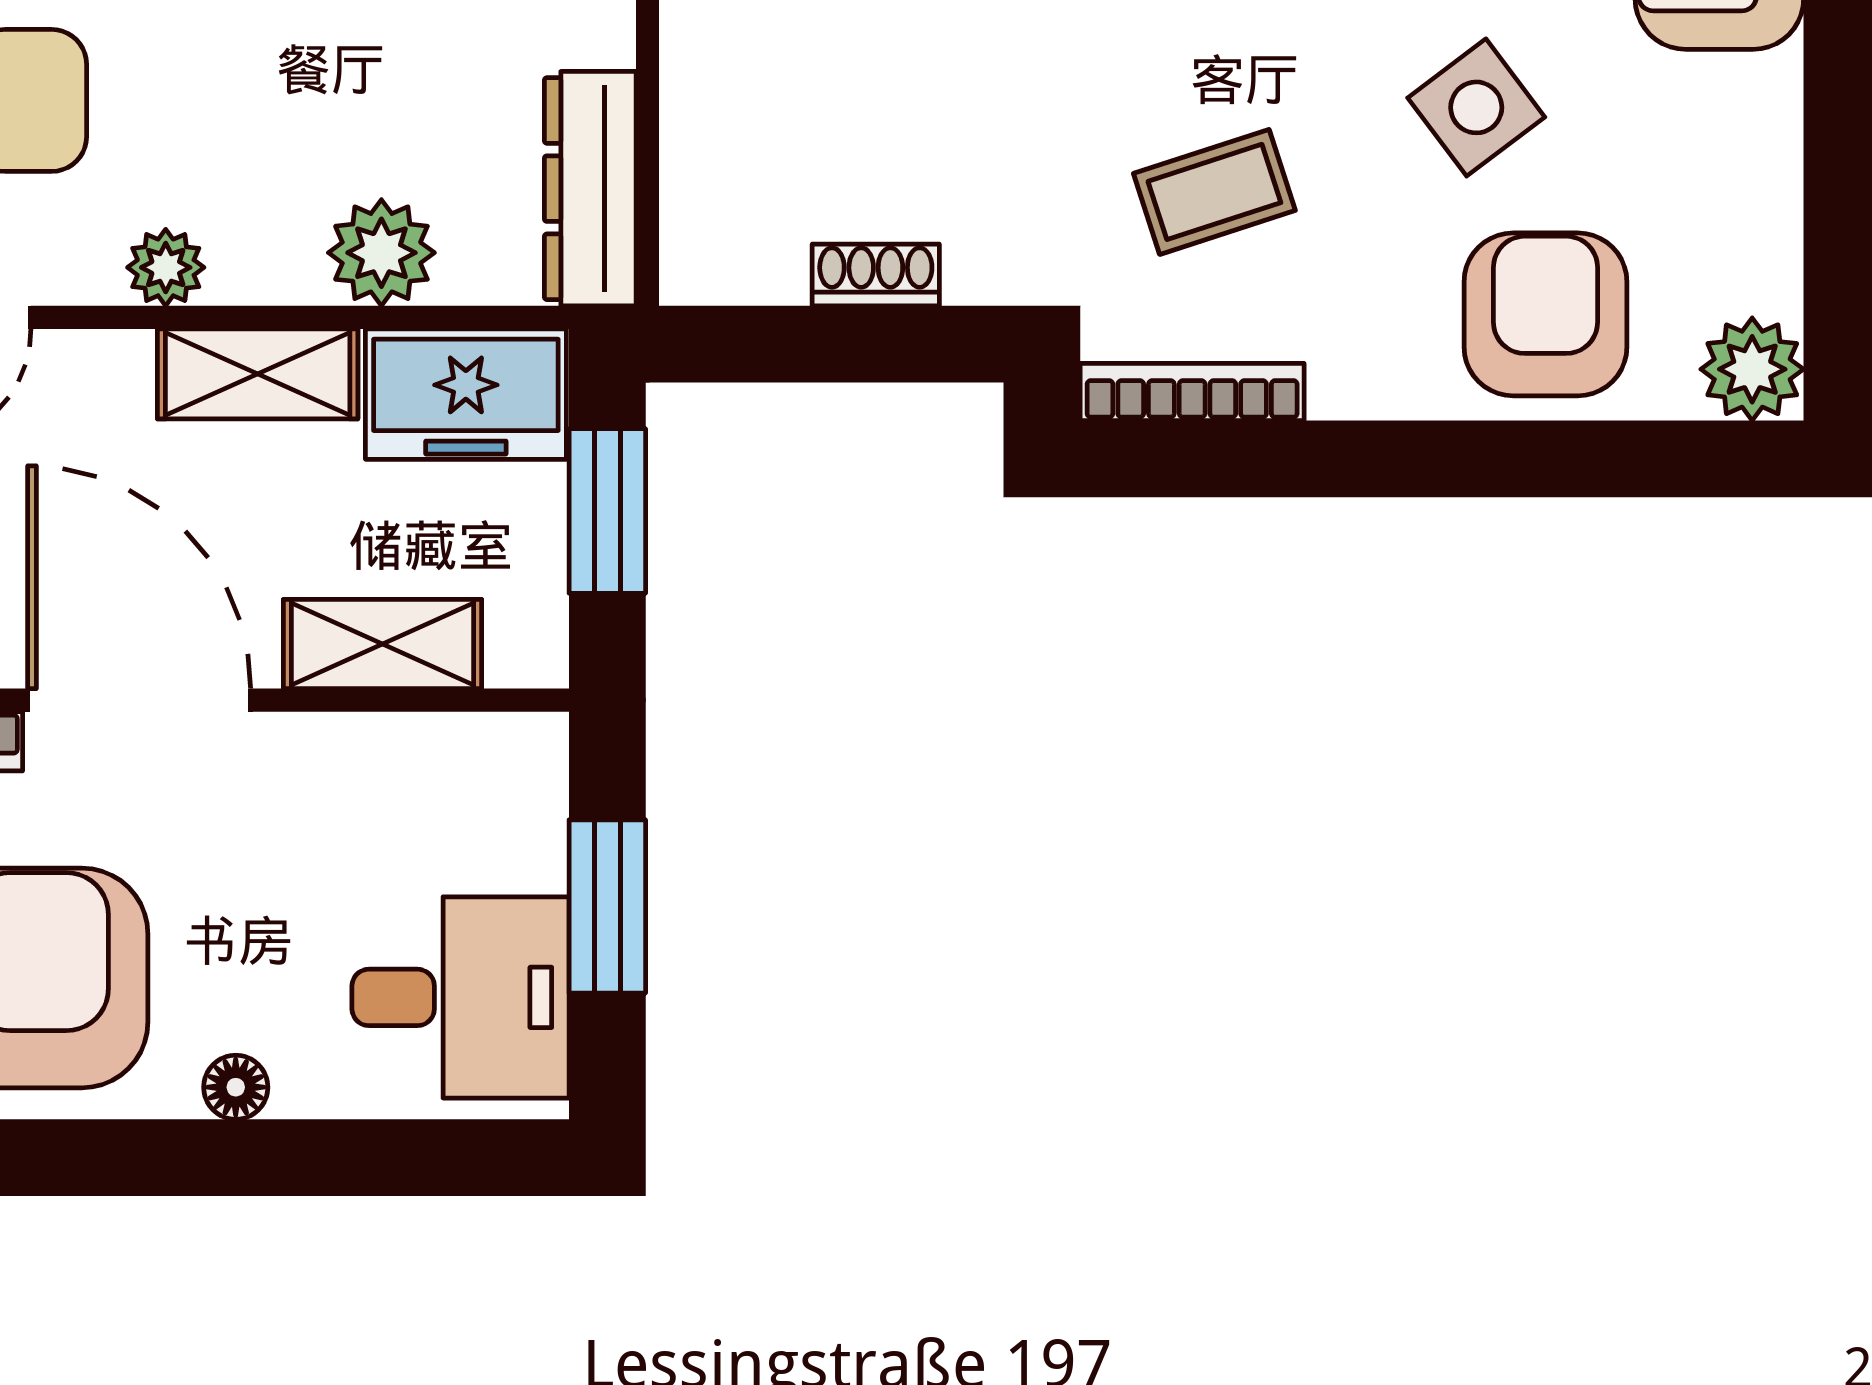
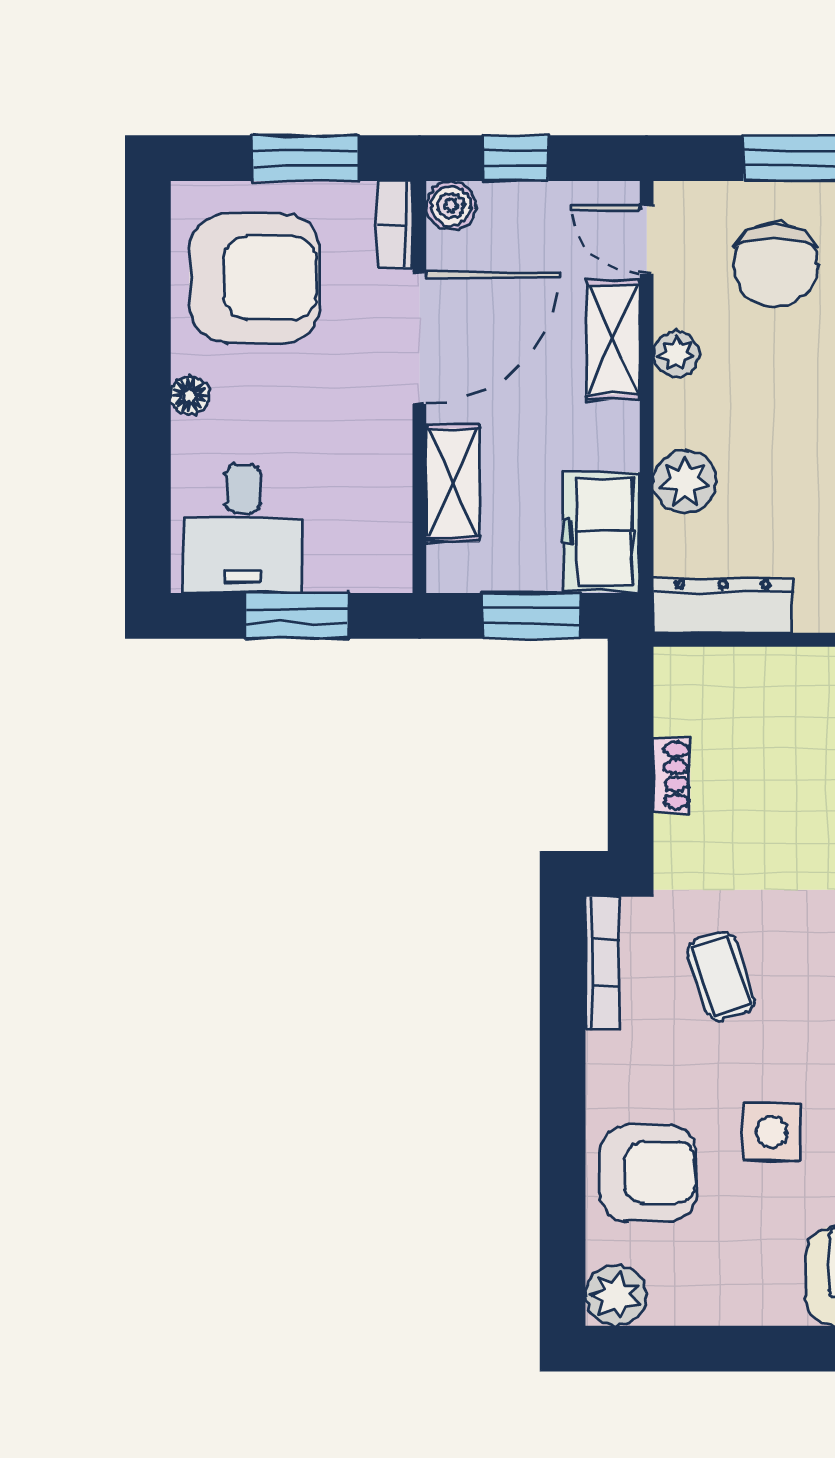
side table: (1476, 107) -> (771, 1132), turned 37
shelving: (258, 374) -> (613, 340), moved

